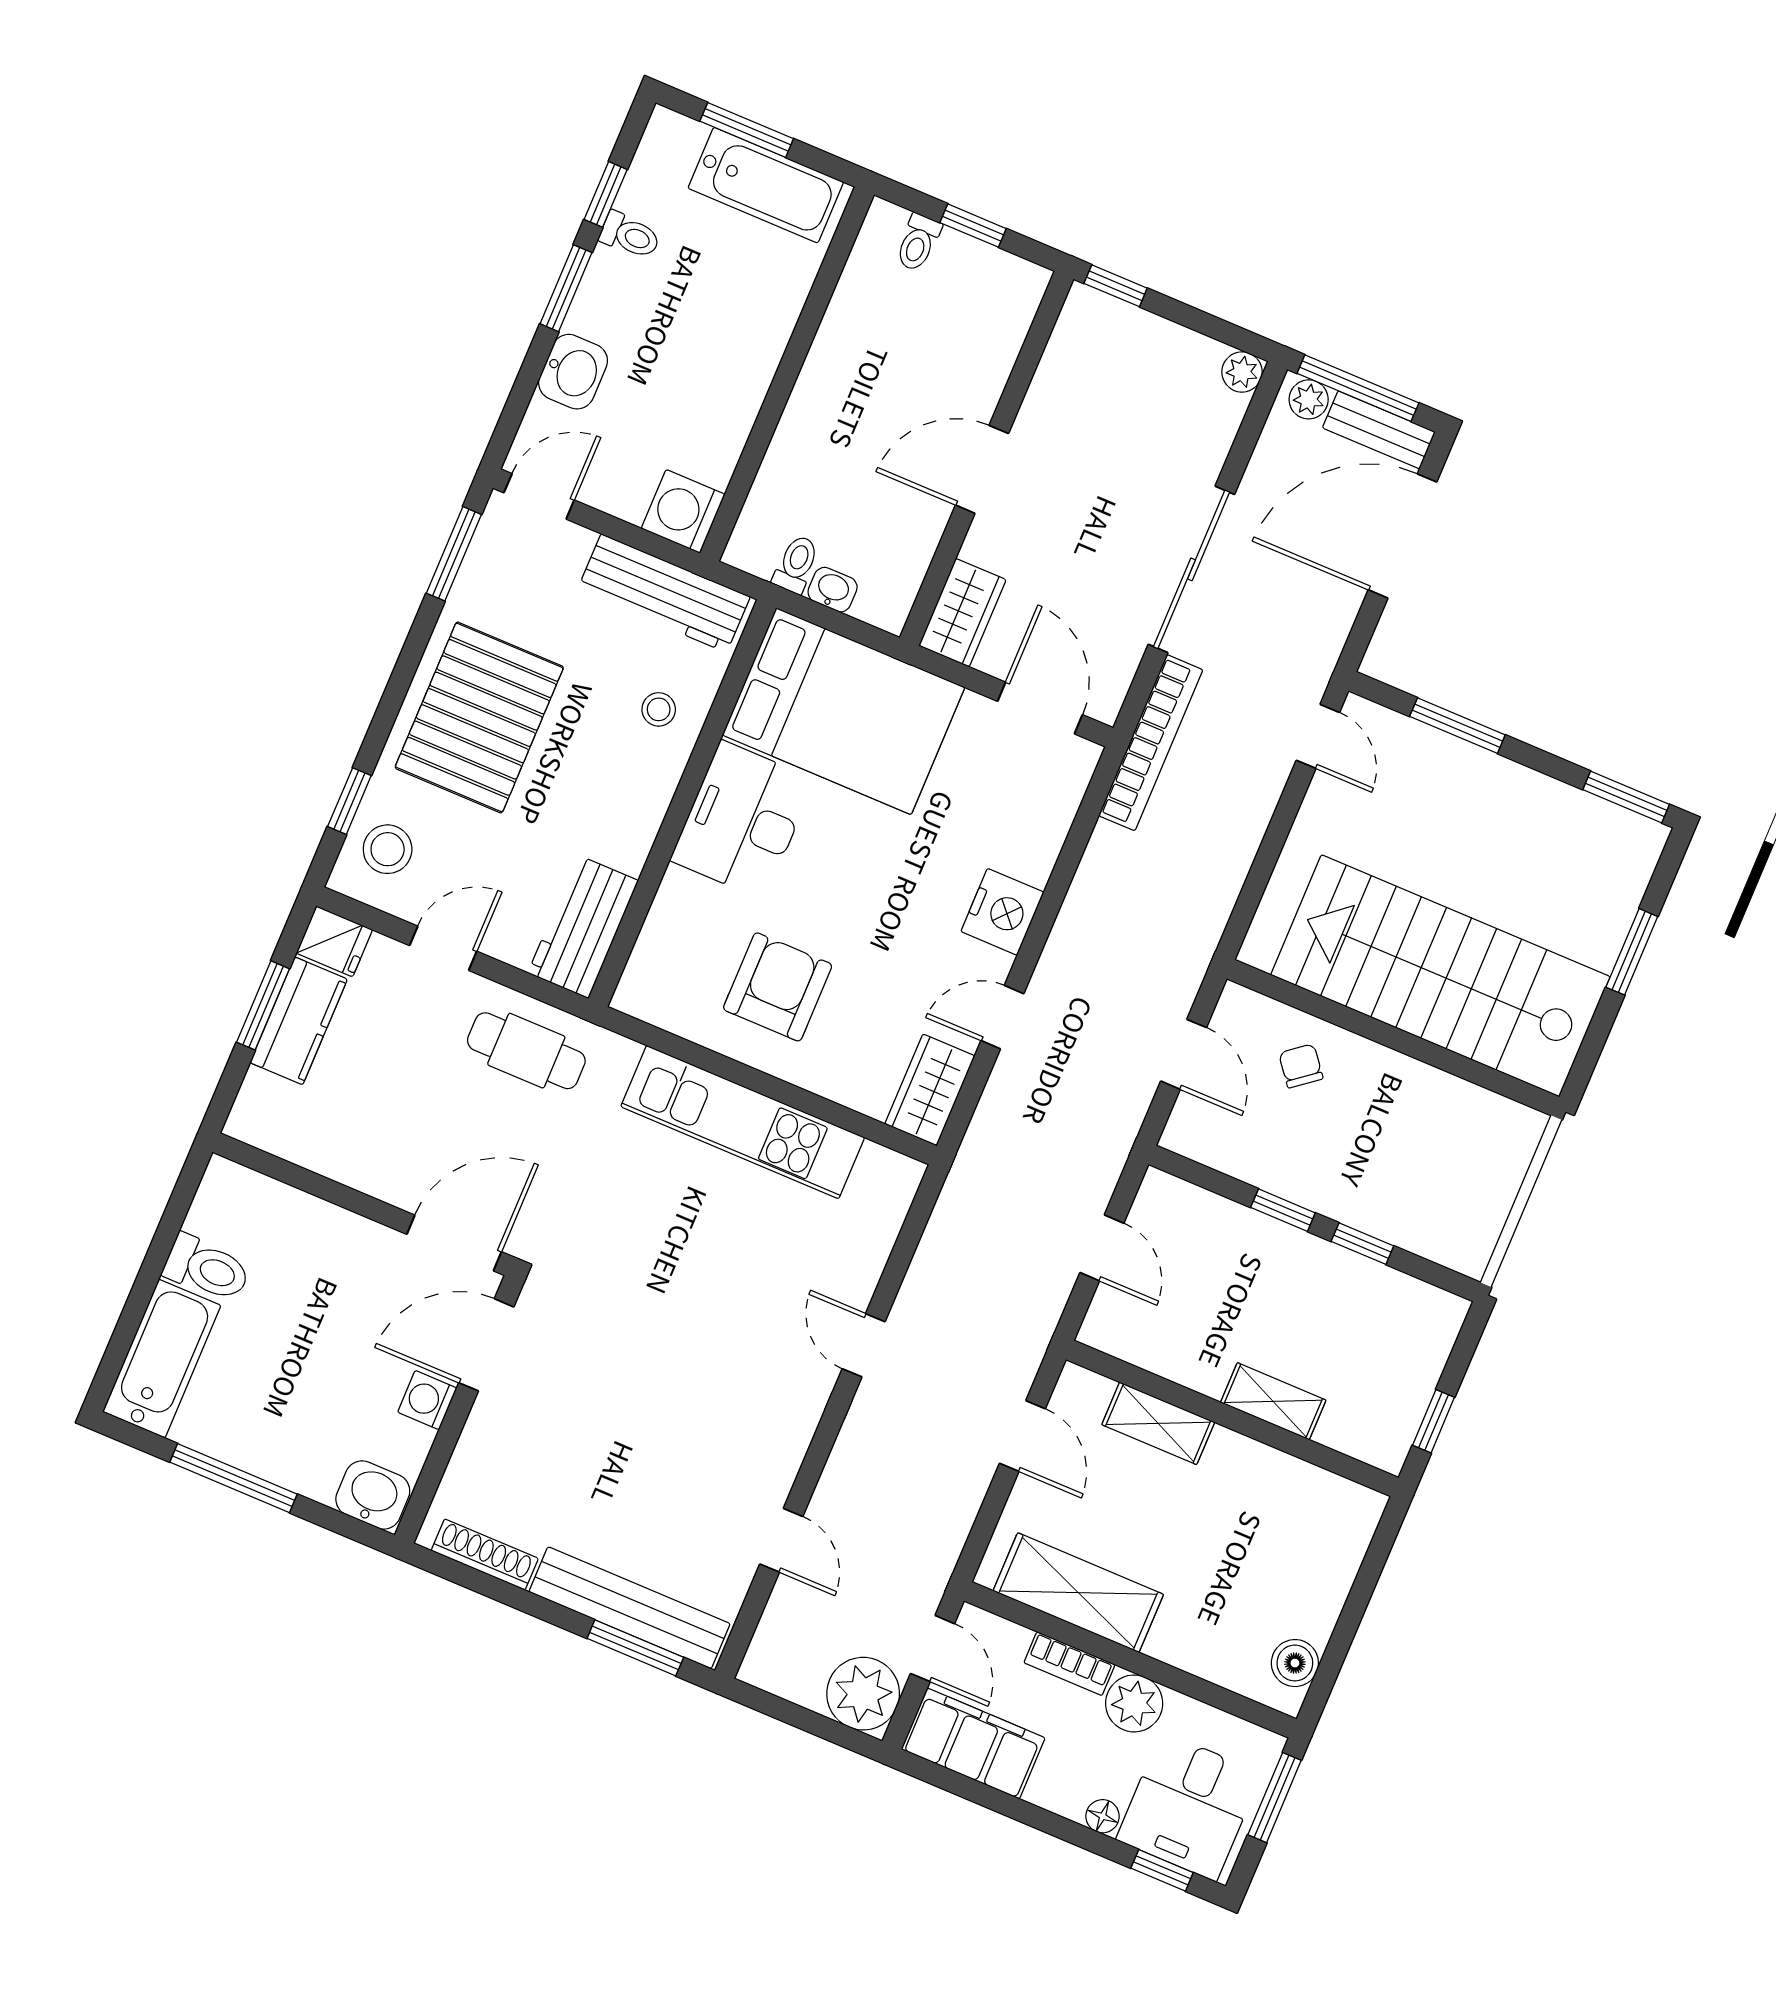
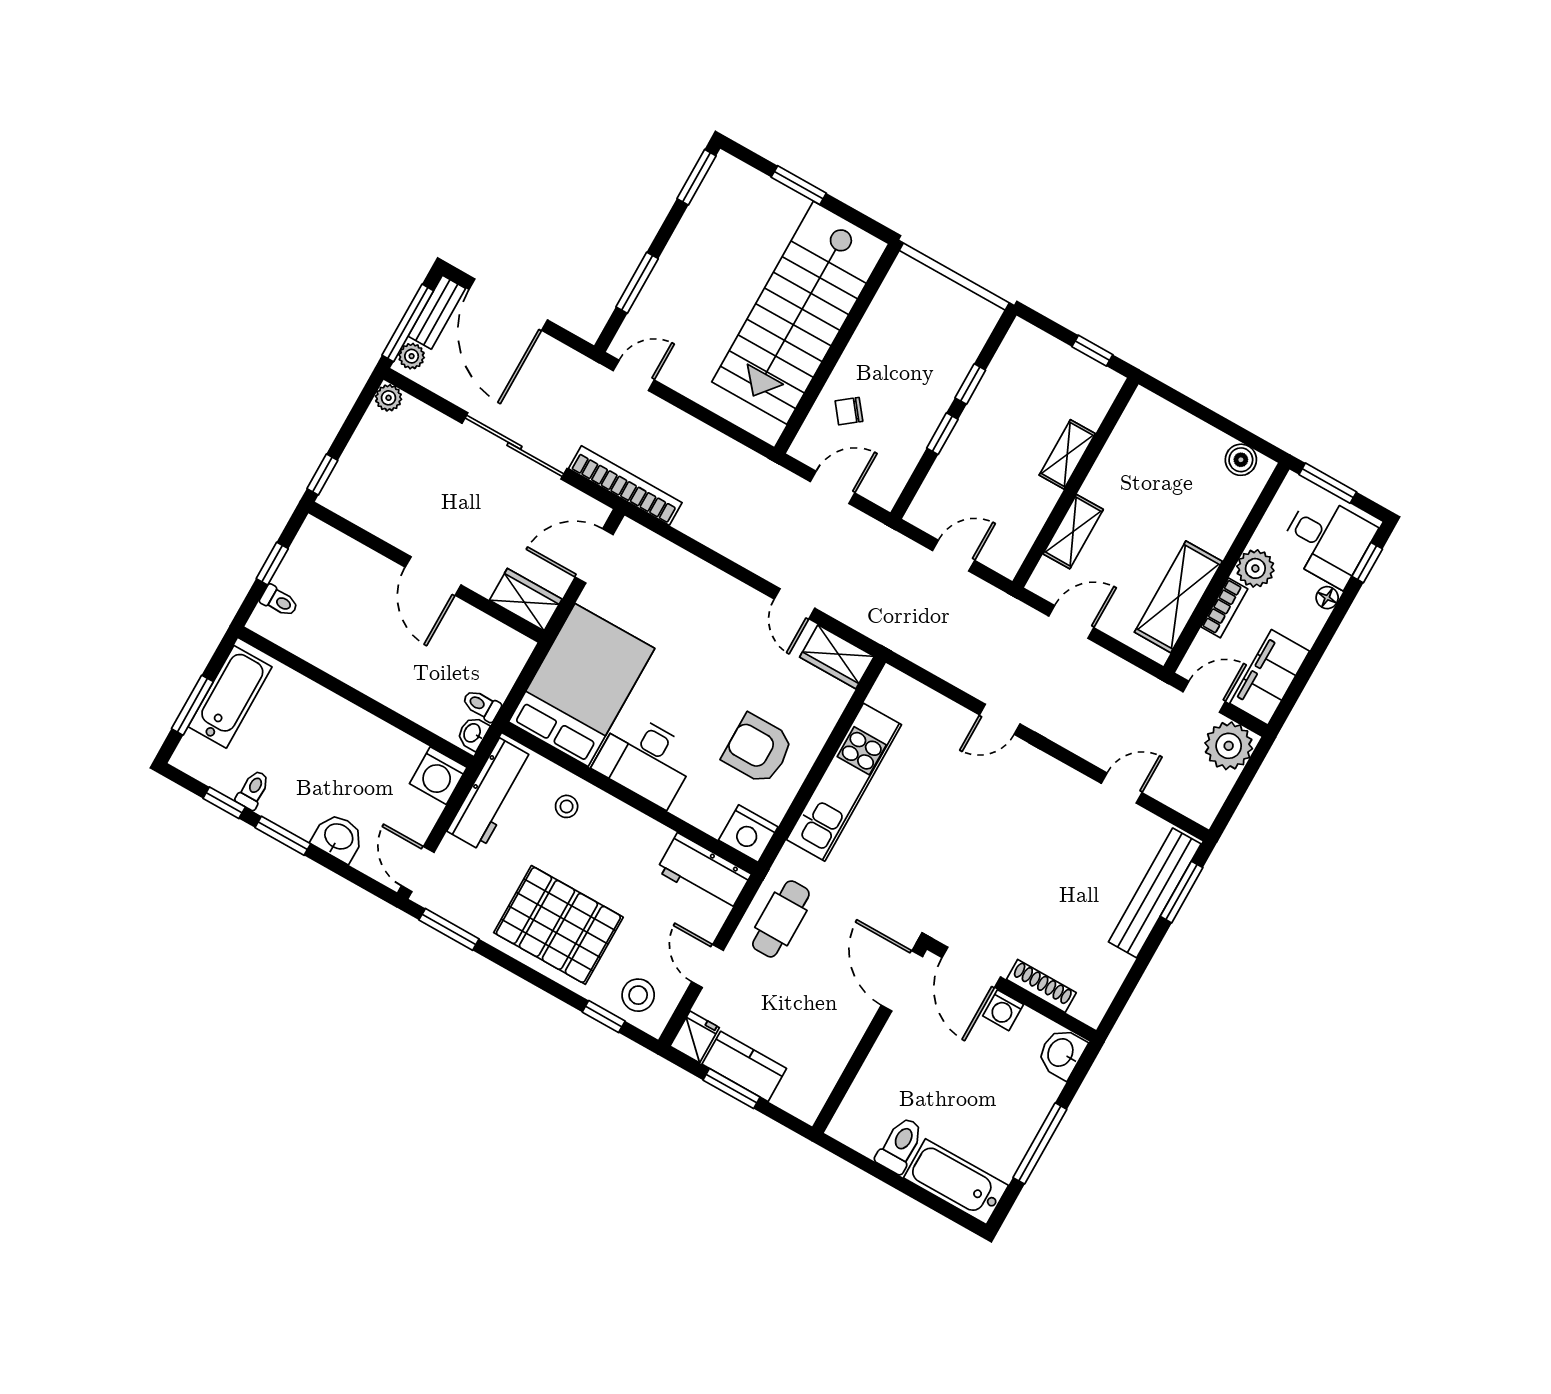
washbasin: (833, 590) -> (473, 733), moved
nightstand: (1002, 912) -> (748, 834), moved, turned 180
shoe rack: (485, 1554) -> (1041, 986), moved, turned 90

